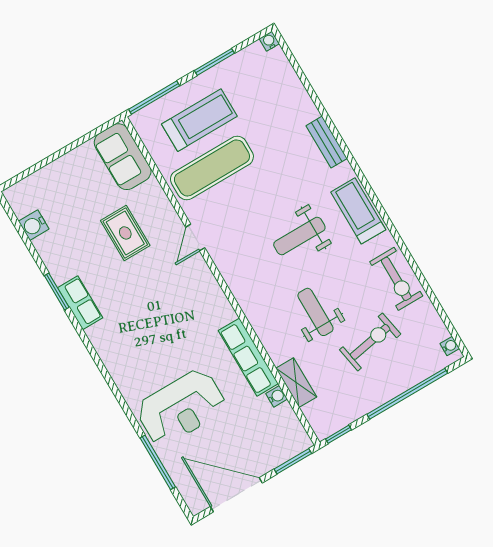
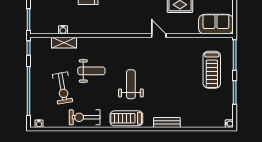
exercise mat: (212, 168) -> (186, 62), removed
treadmill: (358, 211) -> (126, 118), turned 180
row of seats: (248, 357) -> (89, 28), removed

